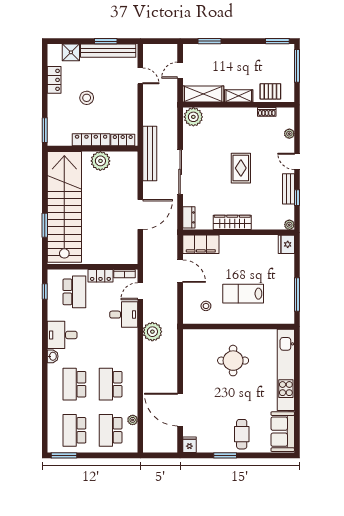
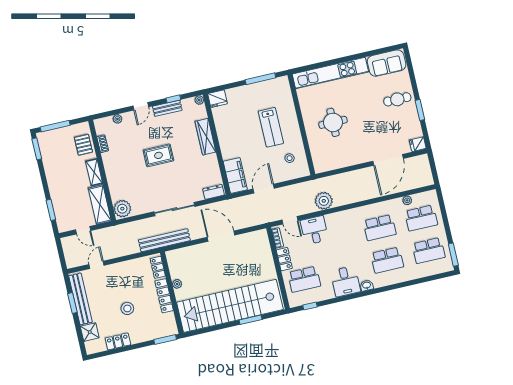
plant: (100, 161) -> (177, 284), width x0.53, depth x0.53
wardrobe: (232, 222) -> (206, 137), moved
school desk: (74, 292) -> (304, 279), turned 180

